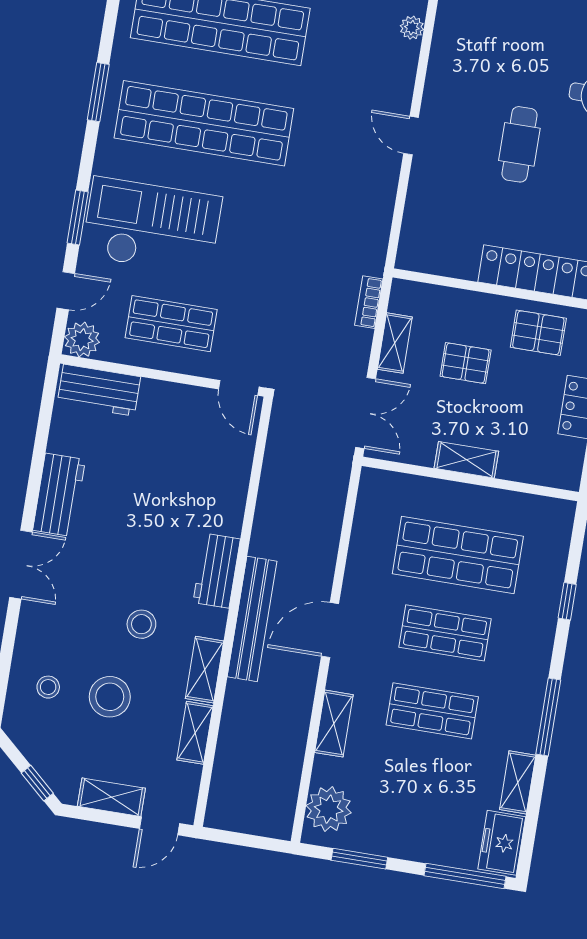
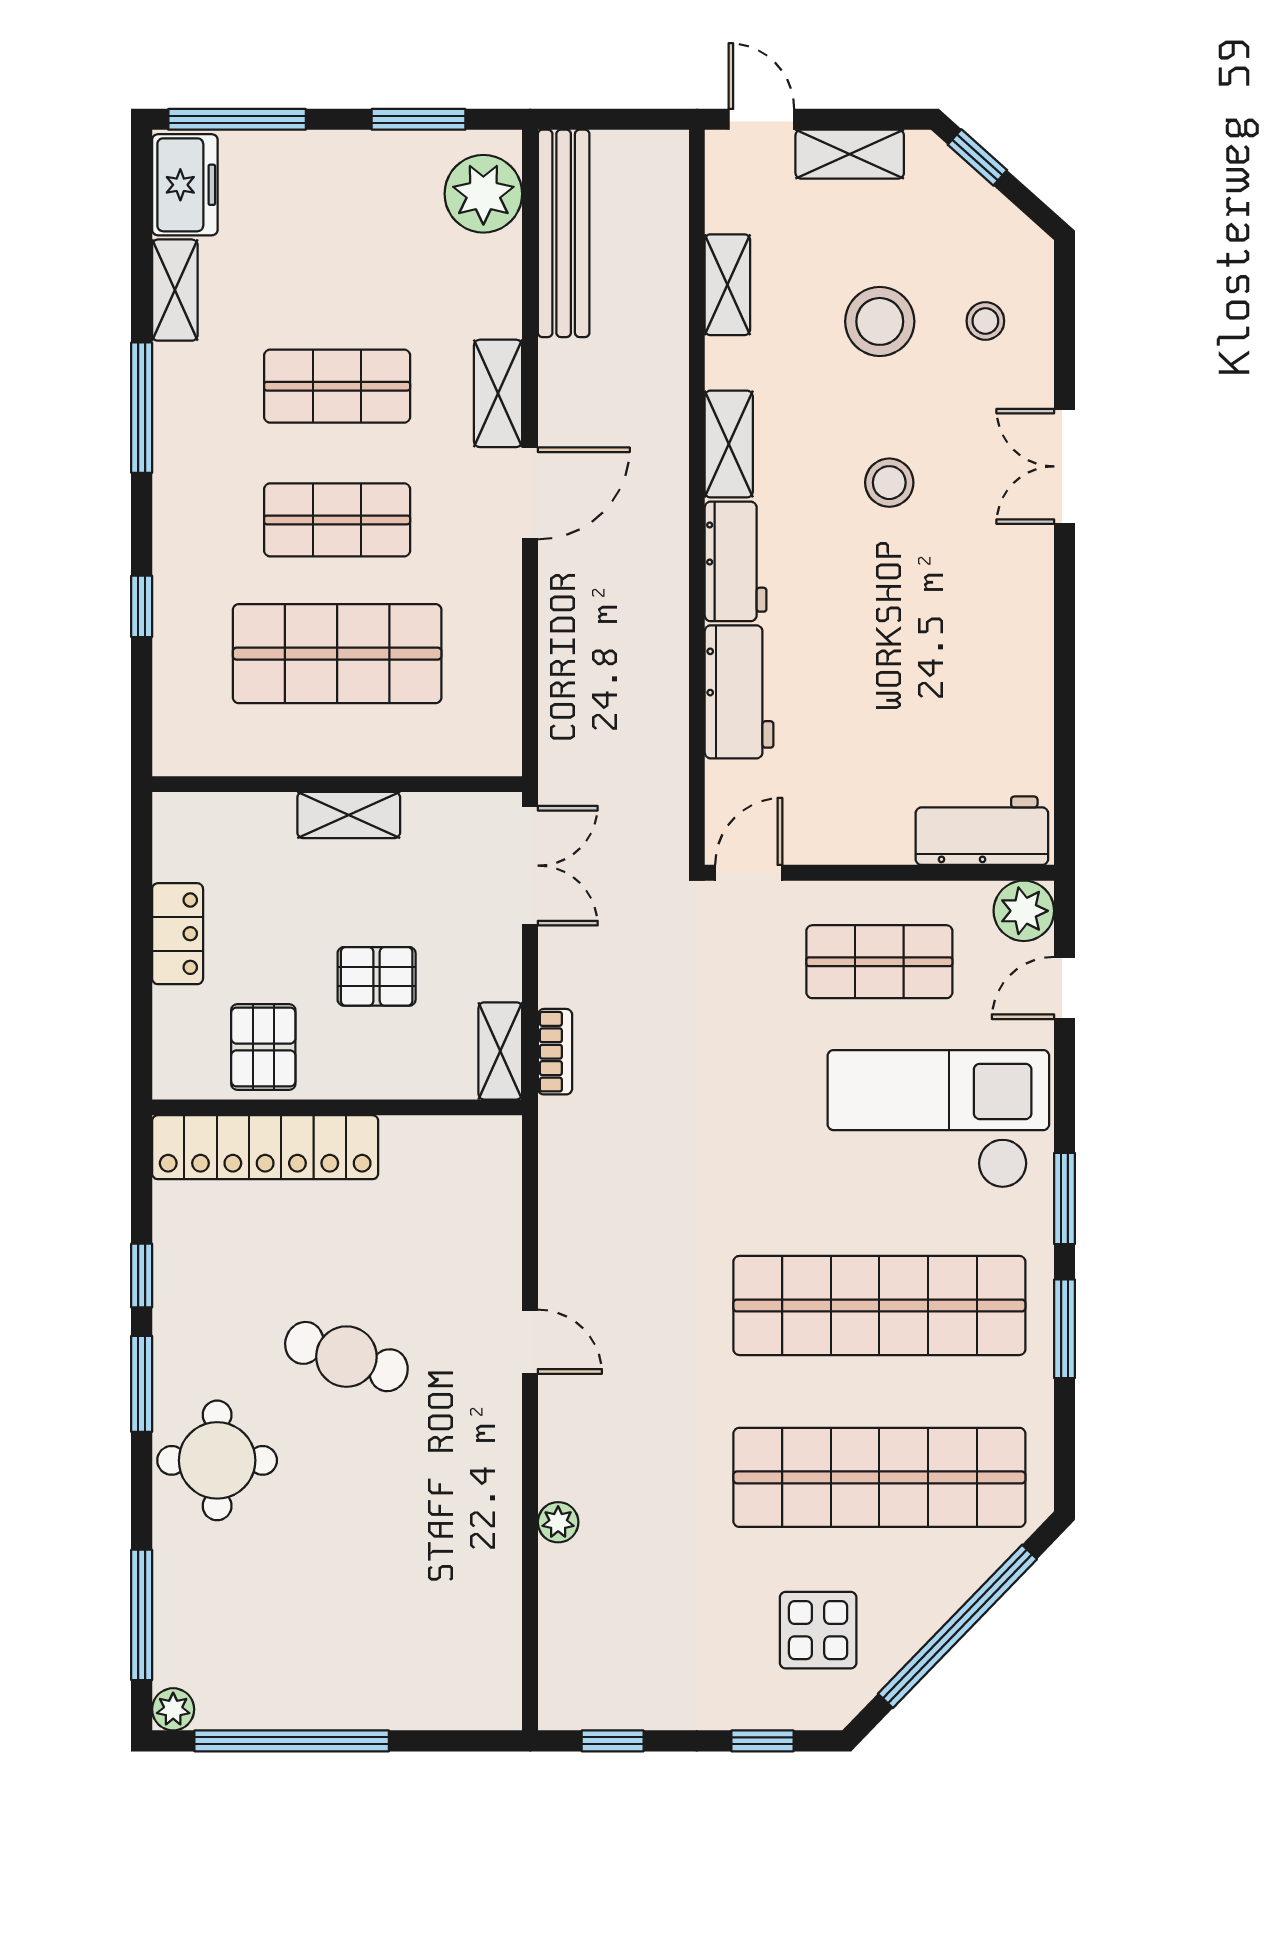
cafe table: (519, 144) -> (346, 1357), turned -72
window: (78, 218) -> (1064, 1199), moved
checkout: (152, 226) -> (938, 1119), turned 180
pallet: (538, 333) -> (263, 1047), turned 90
shelving: (395, 343) -> (500, 1051), moved
door: (239, 388) -> (749, 873), hinge flipped
double door: (366, 413) -> (530, 866), swing flipped
workbench: (59, 495) -> (739, 692), moved, turned 180
double door: (21, 565) -> (1064, 466), moved
bench: (252, 619) -> (564, 233), moved
stool: (141, 624) -> (889, 483), moved
shelving: (205, 670) -> (729, 444), moved
shelving: (334, 724) -> (498, 393), moved
door: (159, 826) -> (761, 119), hinge flipped

